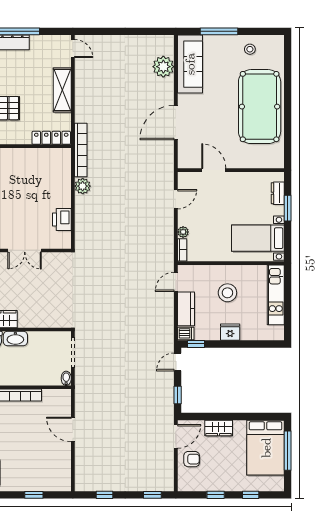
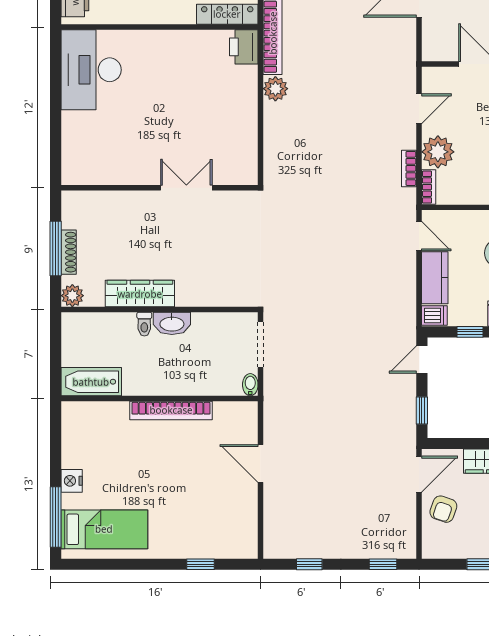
printer: (62, 219) -> (244, 47), moved
plant: (183, 232) -> (438, 152), width x1.88, depth x1.88
bookcase: (169, 238) -> (409, 168), added
double door: (25, 250) -> (186, 188), swing flipped
door: (176, 282) -> (419, 236), swing flipped
window: (196, 344) -> (470, 332), moved
armchair: (192, 459) -> (443, 509), turned 109

